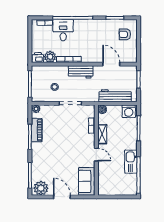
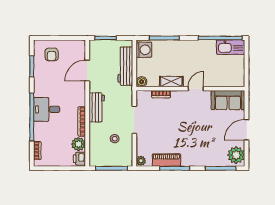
desk: (63, 30) -> (47, 109), moved
kitchen sink: (131, 162) -> (231, 47), moved

